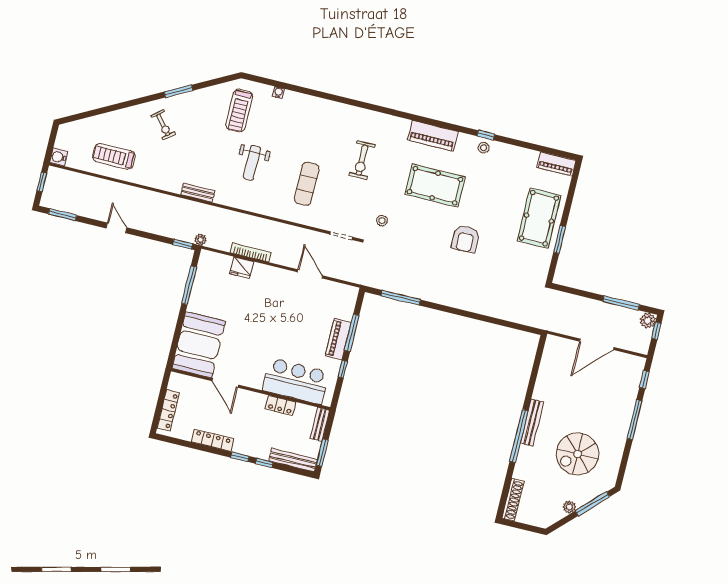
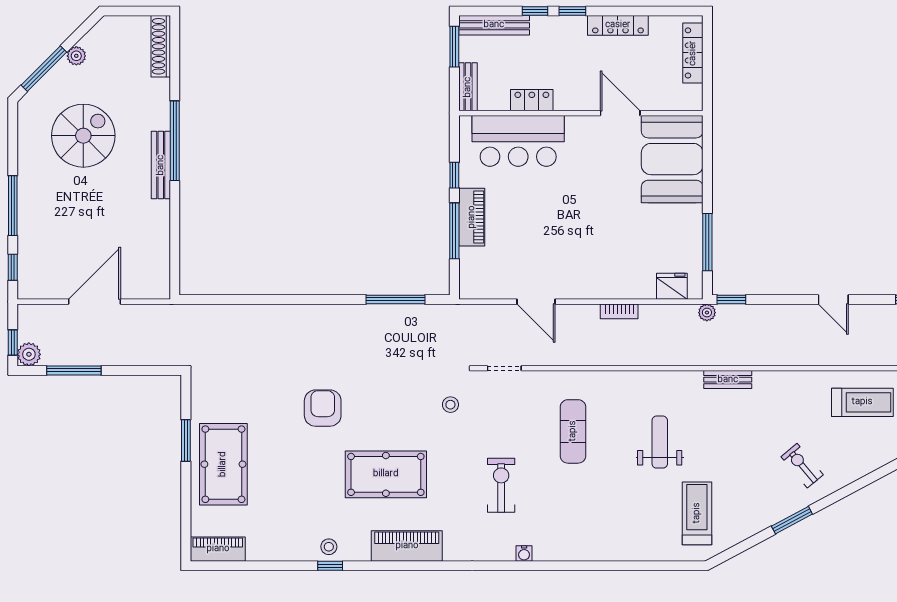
water cooler: (278, 93) -> (524, 554), moved
bookcase: (251, 253) -> (619, 311), width x0.64
fridge: (242, 268) -> (672, 286), moved

